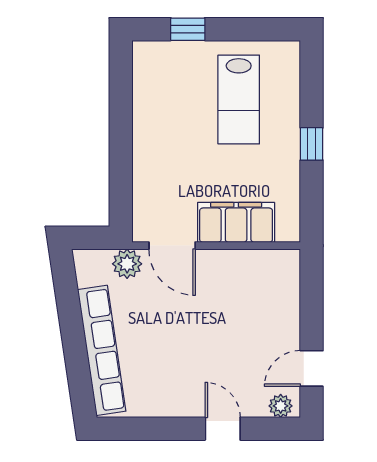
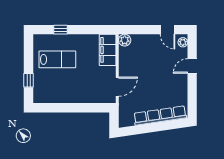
window: (312, 144) -> (60, 30), moved
filing cabinet: (236, 222) -> (108, 50), moved
plant: (127, 264) -> (125, 40), moved

